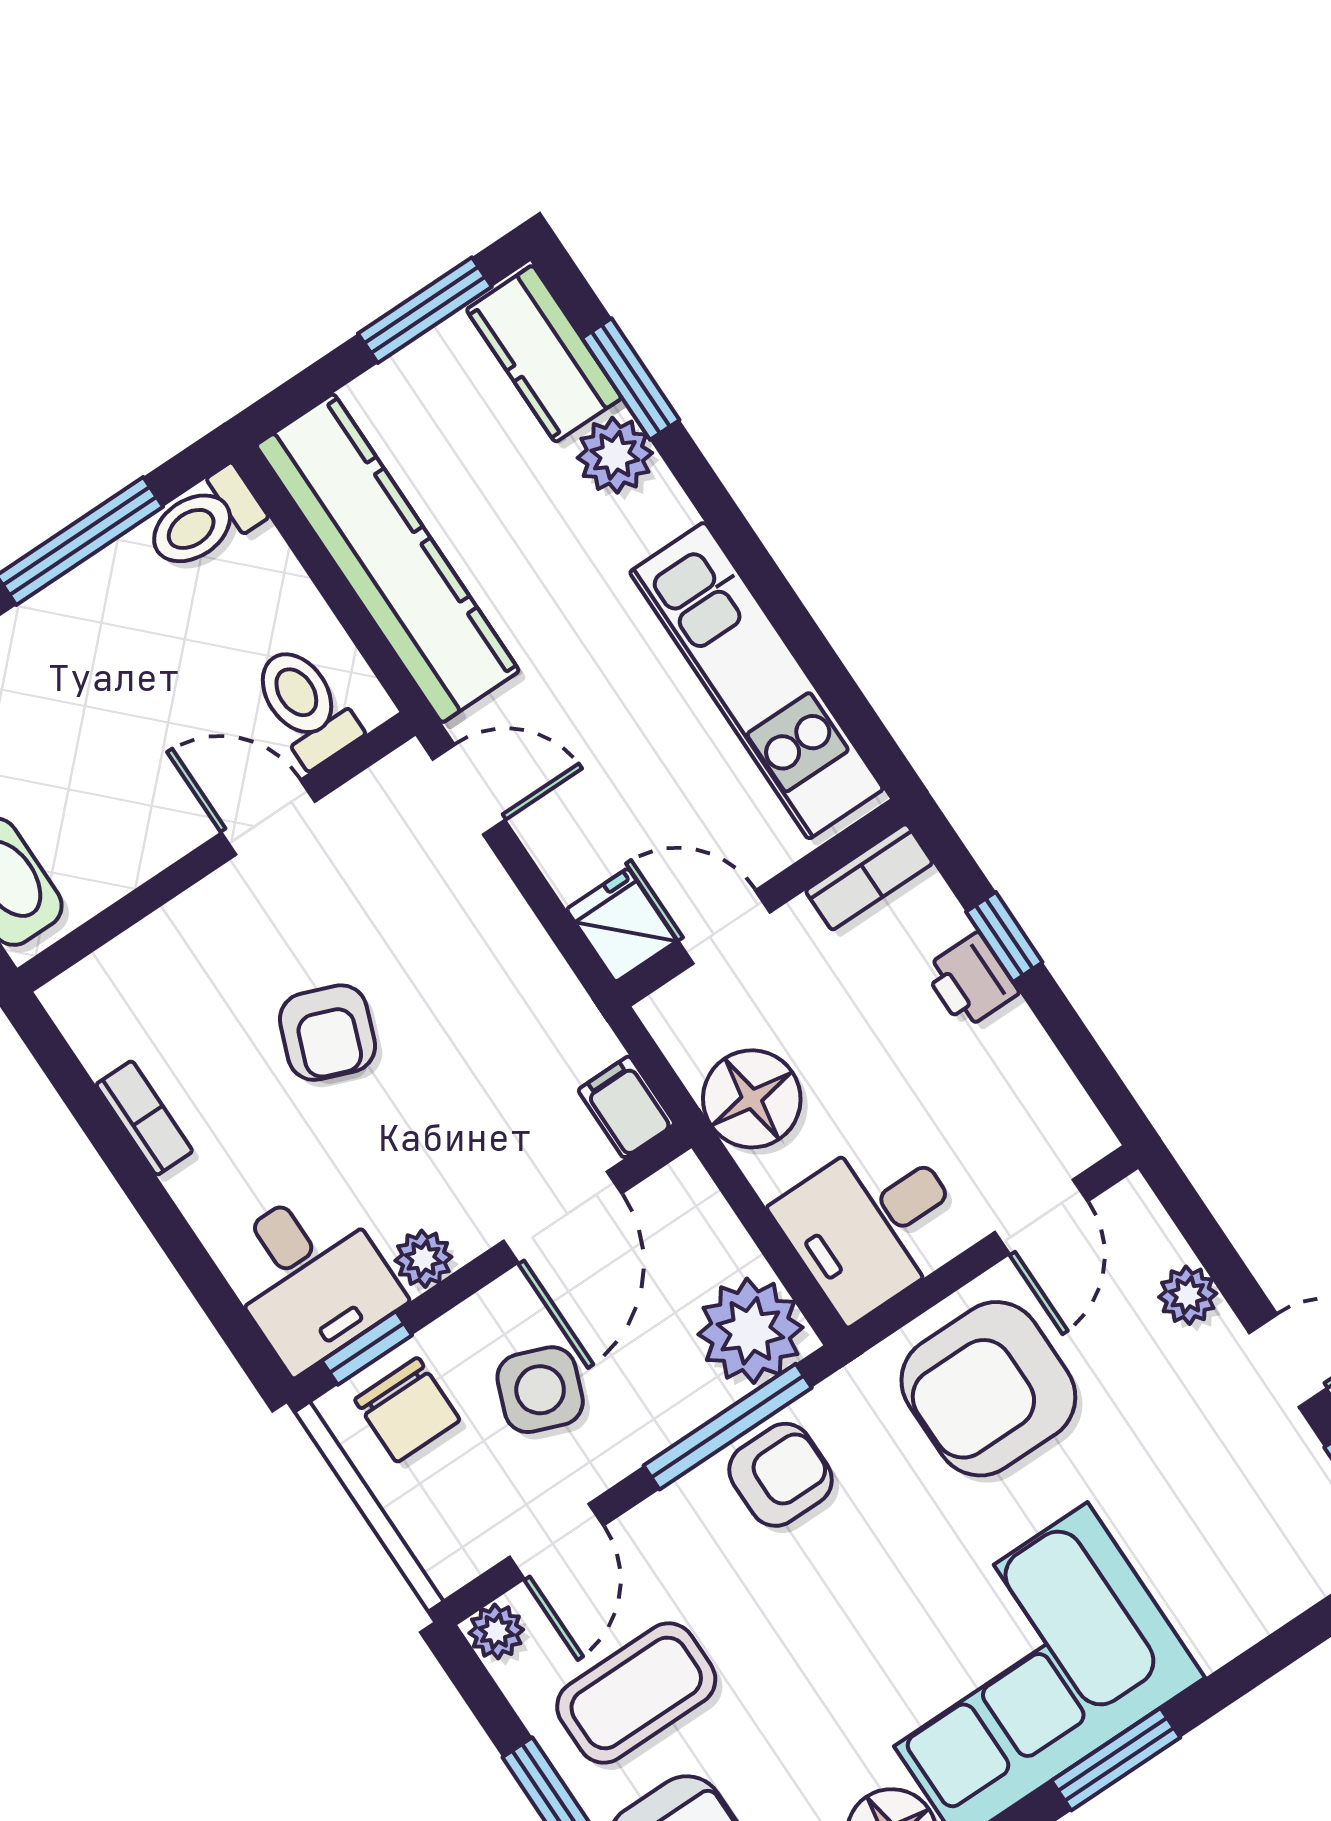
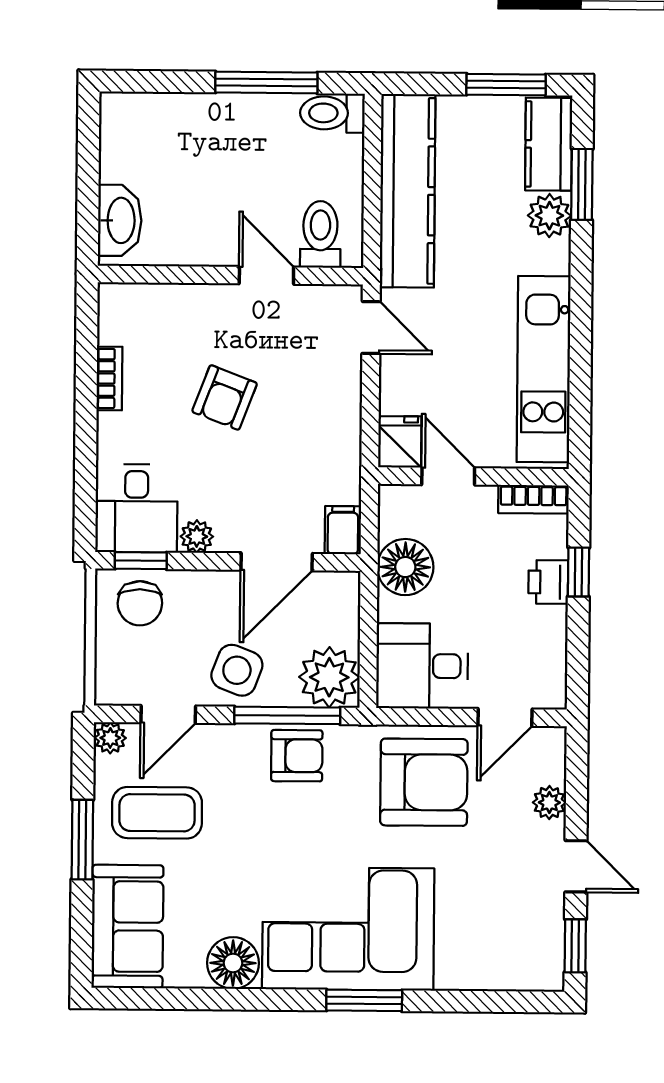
armchair: (988, 1389) -> (424, 782), turned 180
side table: (540, 1390) -> (237, 670), moved

